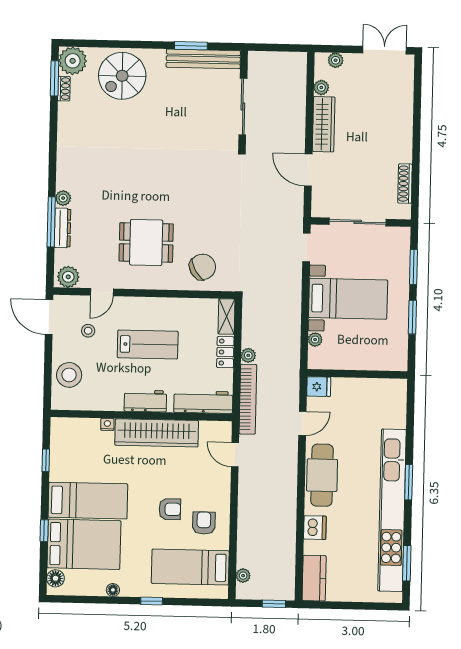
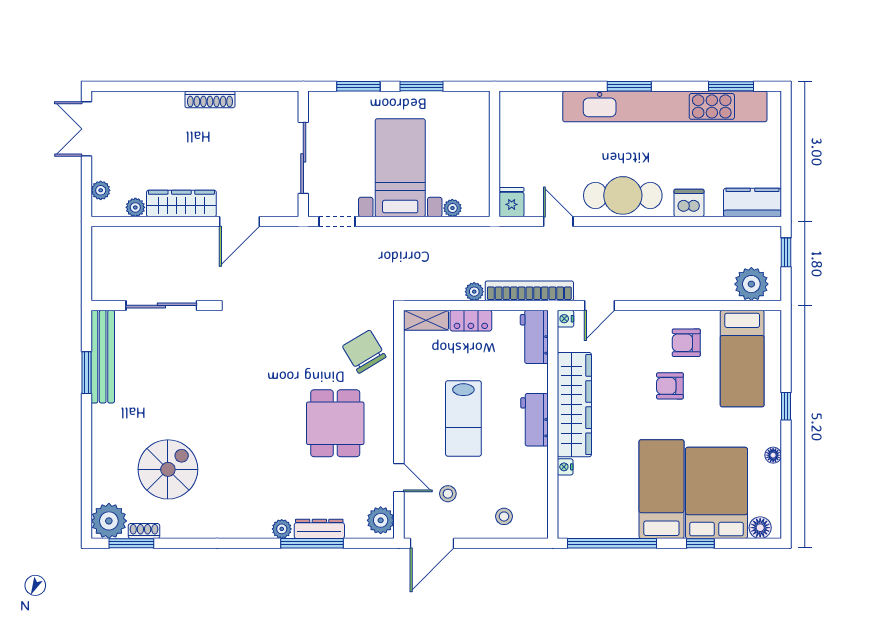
spiral stairs: (122, 76) -> (168, 469), moved, turned -90
shoe rack: (405, 184) -> (210, 99), moved
lab bench: (148, 344) -> (463, 418), turned 180
stool: (69, 375) -> (504, 516), width x0.53, depth x0.53
workbench: (203, 402) -> (534, 337), width x0.73
nightstand: (225, 427) -> (565, 319), added
window: (46, 460) -> (612, 543), width x3.17
armchair: (170, 509) -> (670, 386), turned -90
plant: (243, 576) -> (751, 284), width x1.88, depth x1.88

